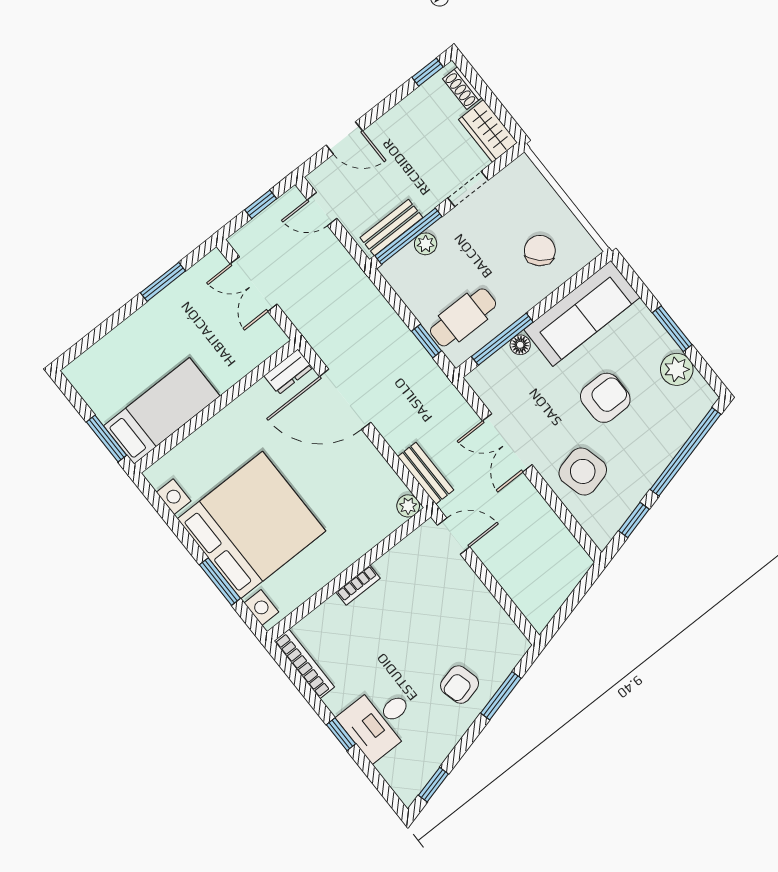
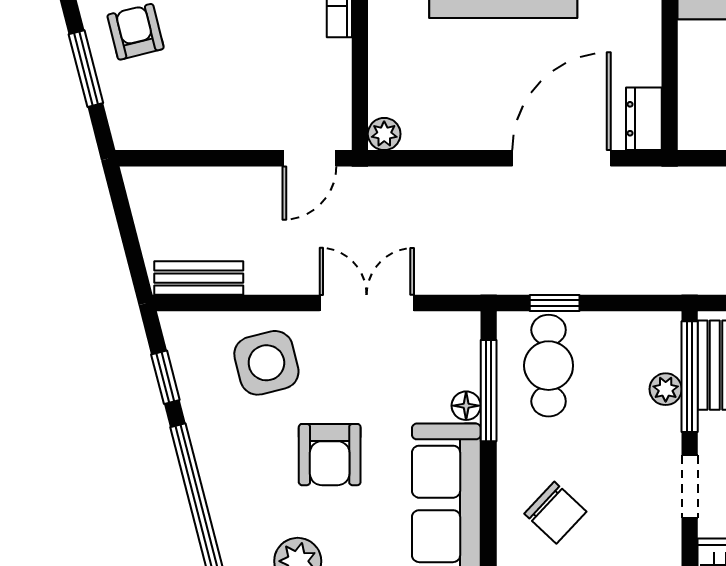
bench: (426, 473) -> (199, 278), moved

